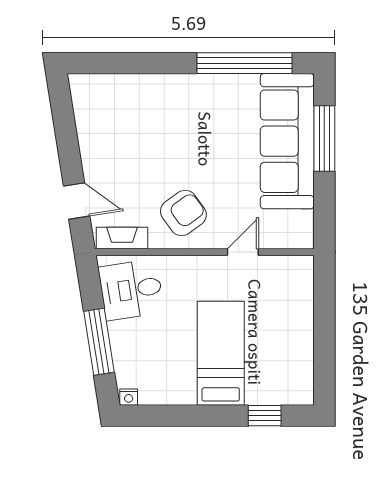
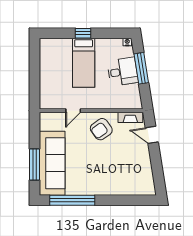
desk: (131, 290) -> (123, 72), moved
window: (265, 416) -> (83, 33), moved

